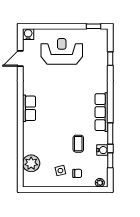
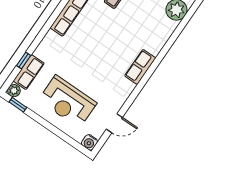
plant: (103, 34) -> (14, 91), added
row of seats: (101, 53) -> (29, 72), added

